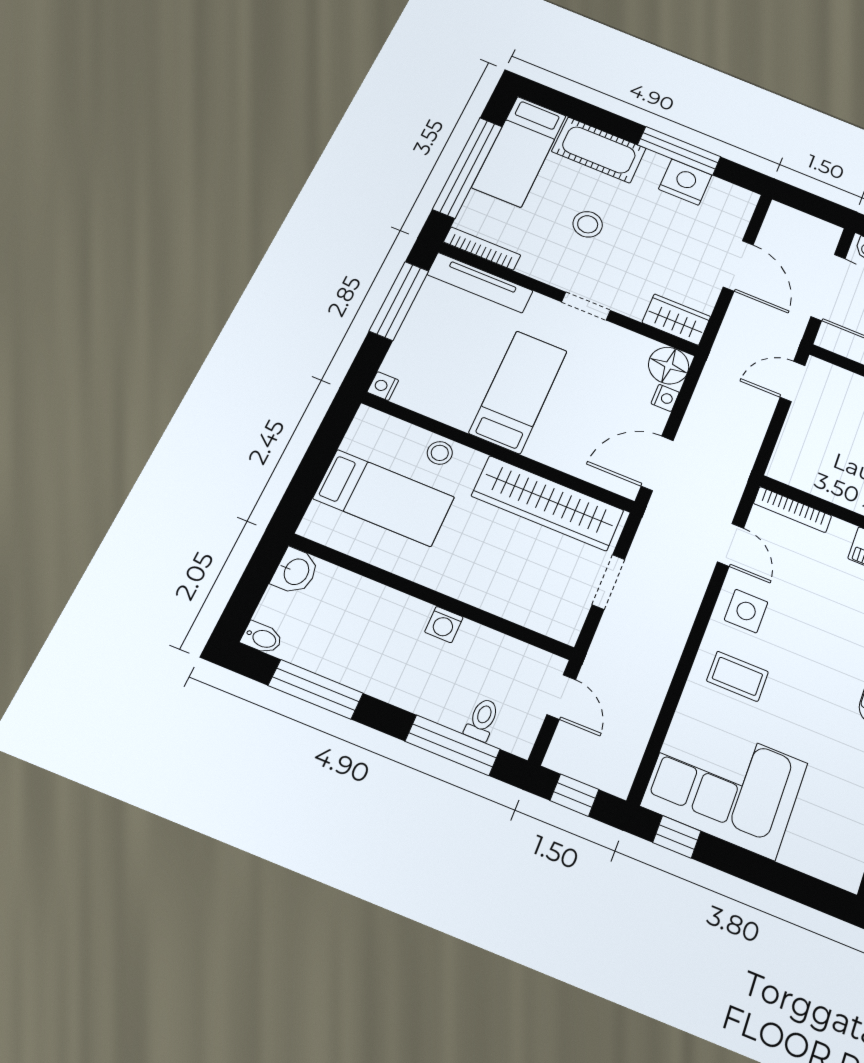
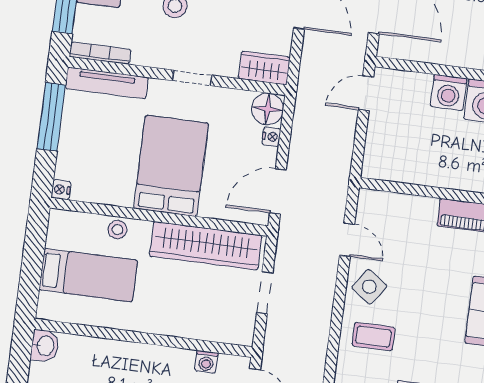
bed: (518, 392) -> (171, 166), width x1.50
bookcase: (793, 510) -> (387, 199), removed
side table: (746, 611) -> (369, 287), turned 35
washing machine: (444, 625) -> (206, 362), moved

